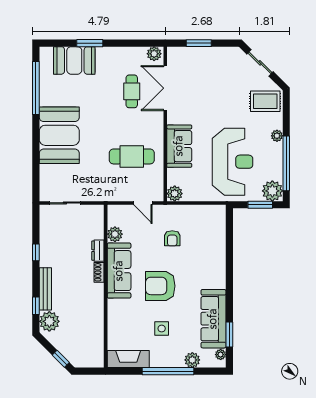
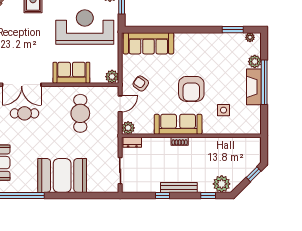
plant: (115, 234) -> (128, 128), moved
armchair: (172, 238) -> (141, 83), moved, turned -145
dresser: (98, 251) -> (132, 142), moved
bench: (45, 289) -> (179, 187), moved
sofa: (213, 319) -> (148, 43), moved
side table: (162, 329) -> (223, 110), moved
fireplace: (128, 359) -> (254, 87), moved

